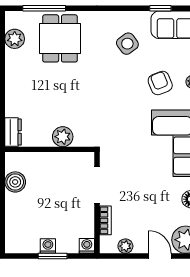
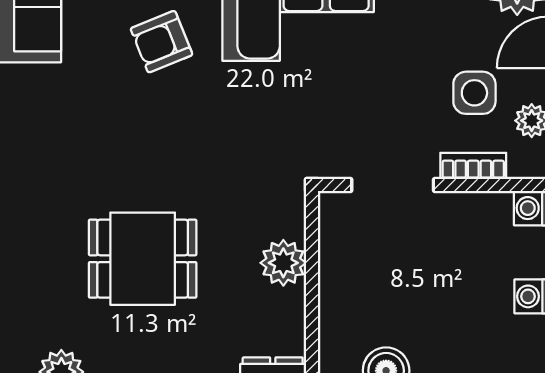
dining table: (60, 38) -> (143, 259), moved
side table: (127, 44) -> (474, 93), moved, turned 36

